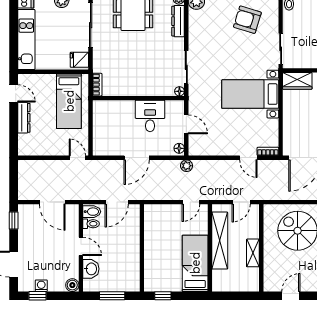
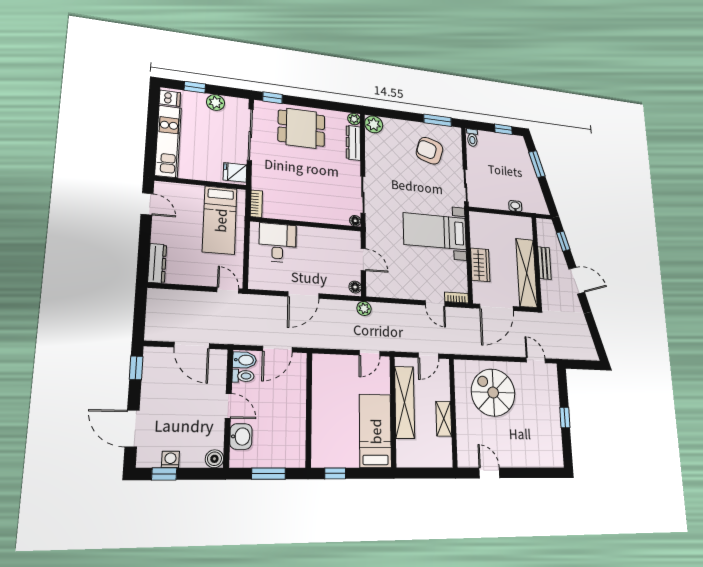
wardrobe: (297, 81) -> (480, 265), moved, turned -90
desk: (150, 116) -> (277, 243), moved
dresser: (24, 118) -> (157, 263), moved
door: (291, 296) -> (489, 473), hinge flipped

